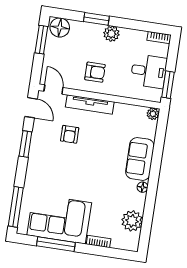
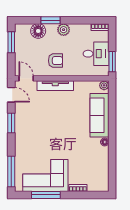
floor lamp: (60, 28) -> (38, 31), moved
armchair: (70, 134) -> (44, 110), removed
sofa: (140, 159) -> (99, 115), width x1.36
plant: (132, 221) -> (101, 169), removed

